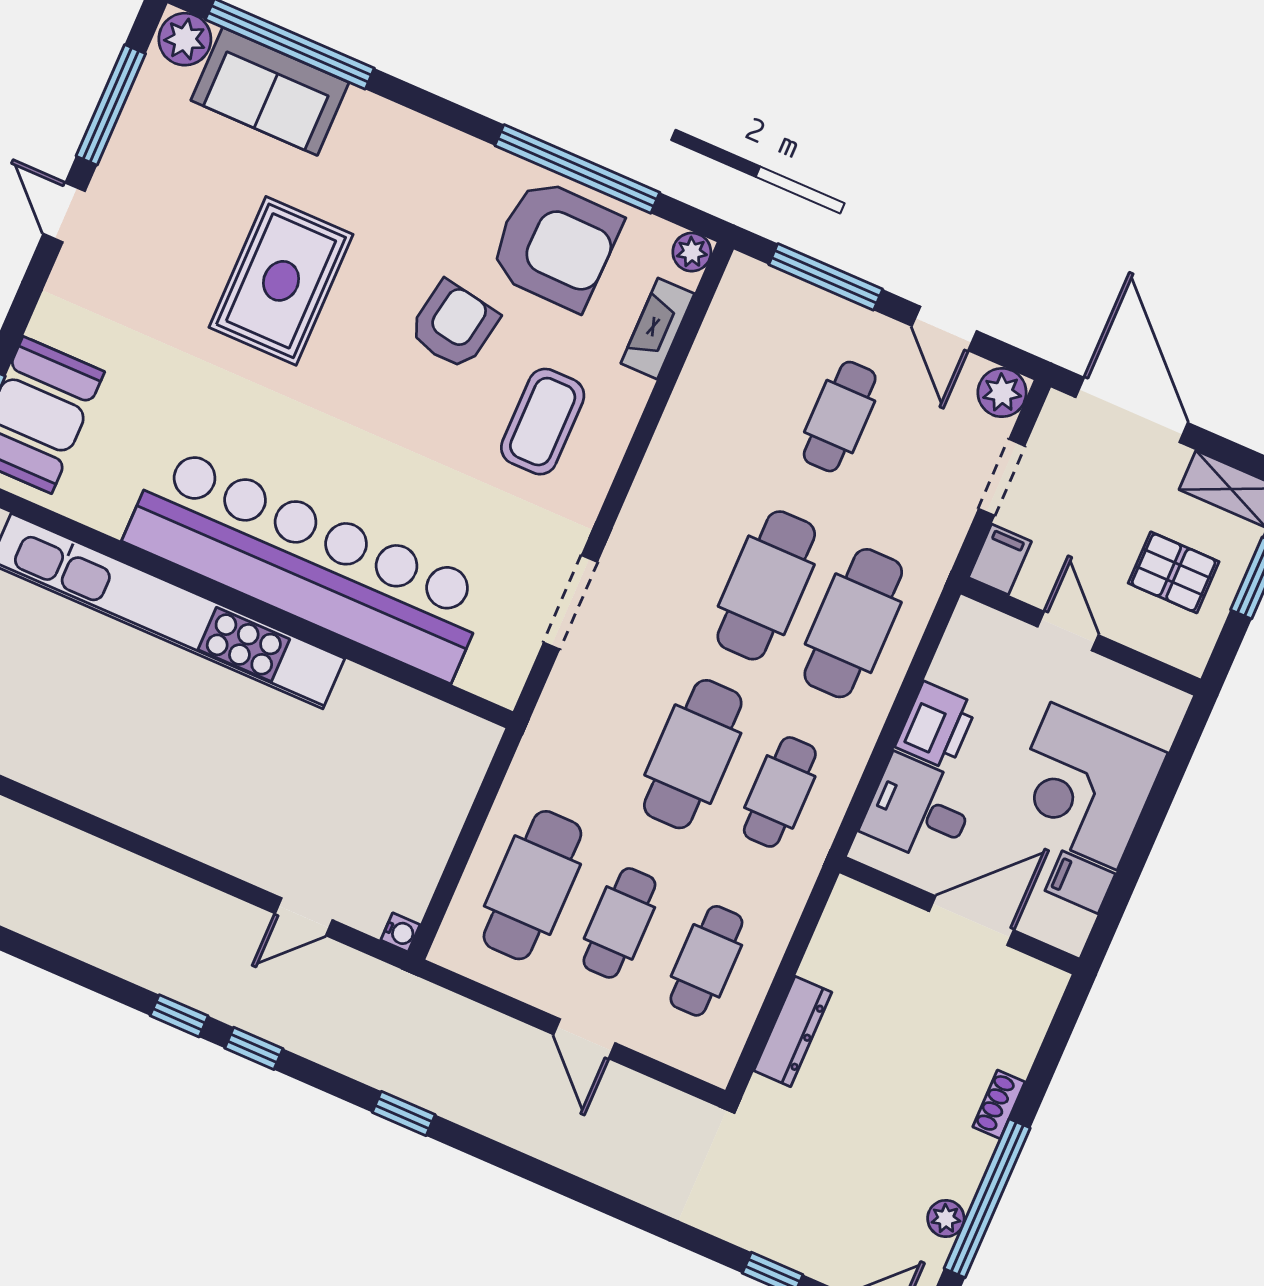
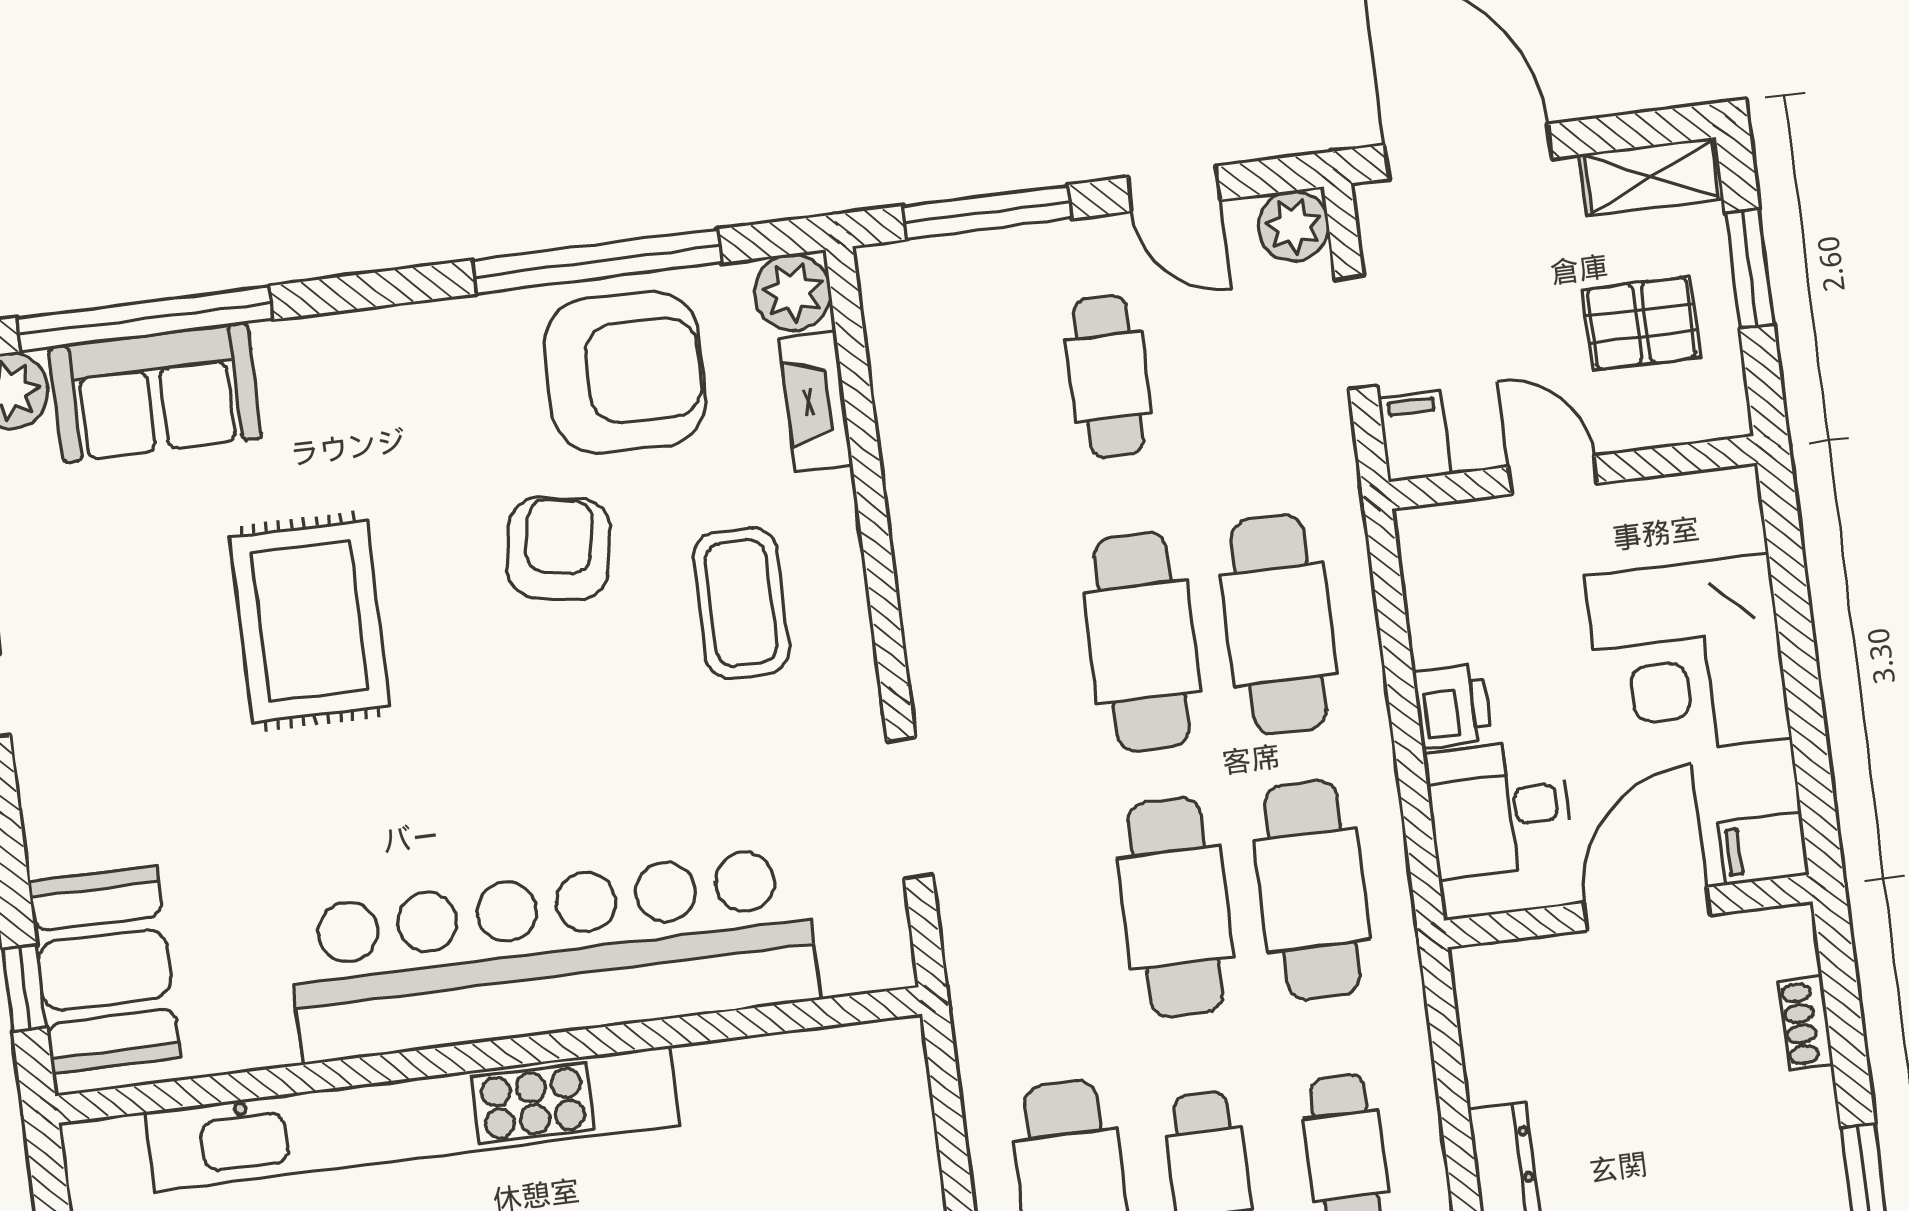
plant: (692, 252) -> (793, 292), width x1.38, depth x1.38
printer: (936, 726) -> (1452, 706), width x0.73, depth x0.81
cafe table: (780, 792) -> (1312, 890), width x1.37, depth x1.35
filing cabinet: (1080, 882) -> (1763, 848), moved
shoe rack: (999, 1104) -> (1806, 1023), moved

